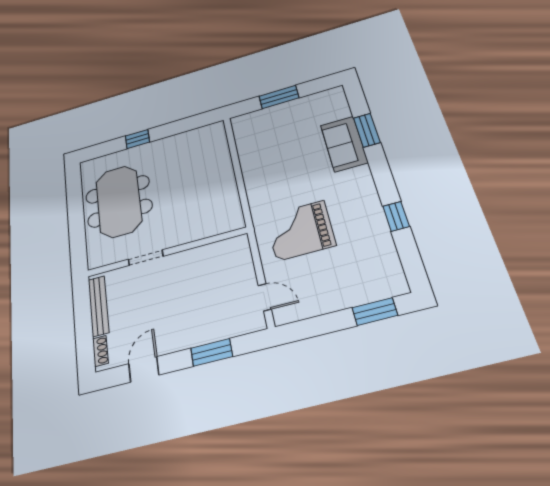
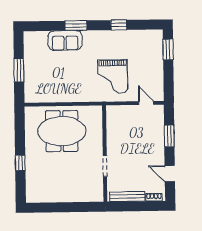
window: (367, 130) -> (76, 26), moved
meeting table: (119, 201) -> (62, 131), moved
door: (265, 297) -> (146, 103), hinge flipped

